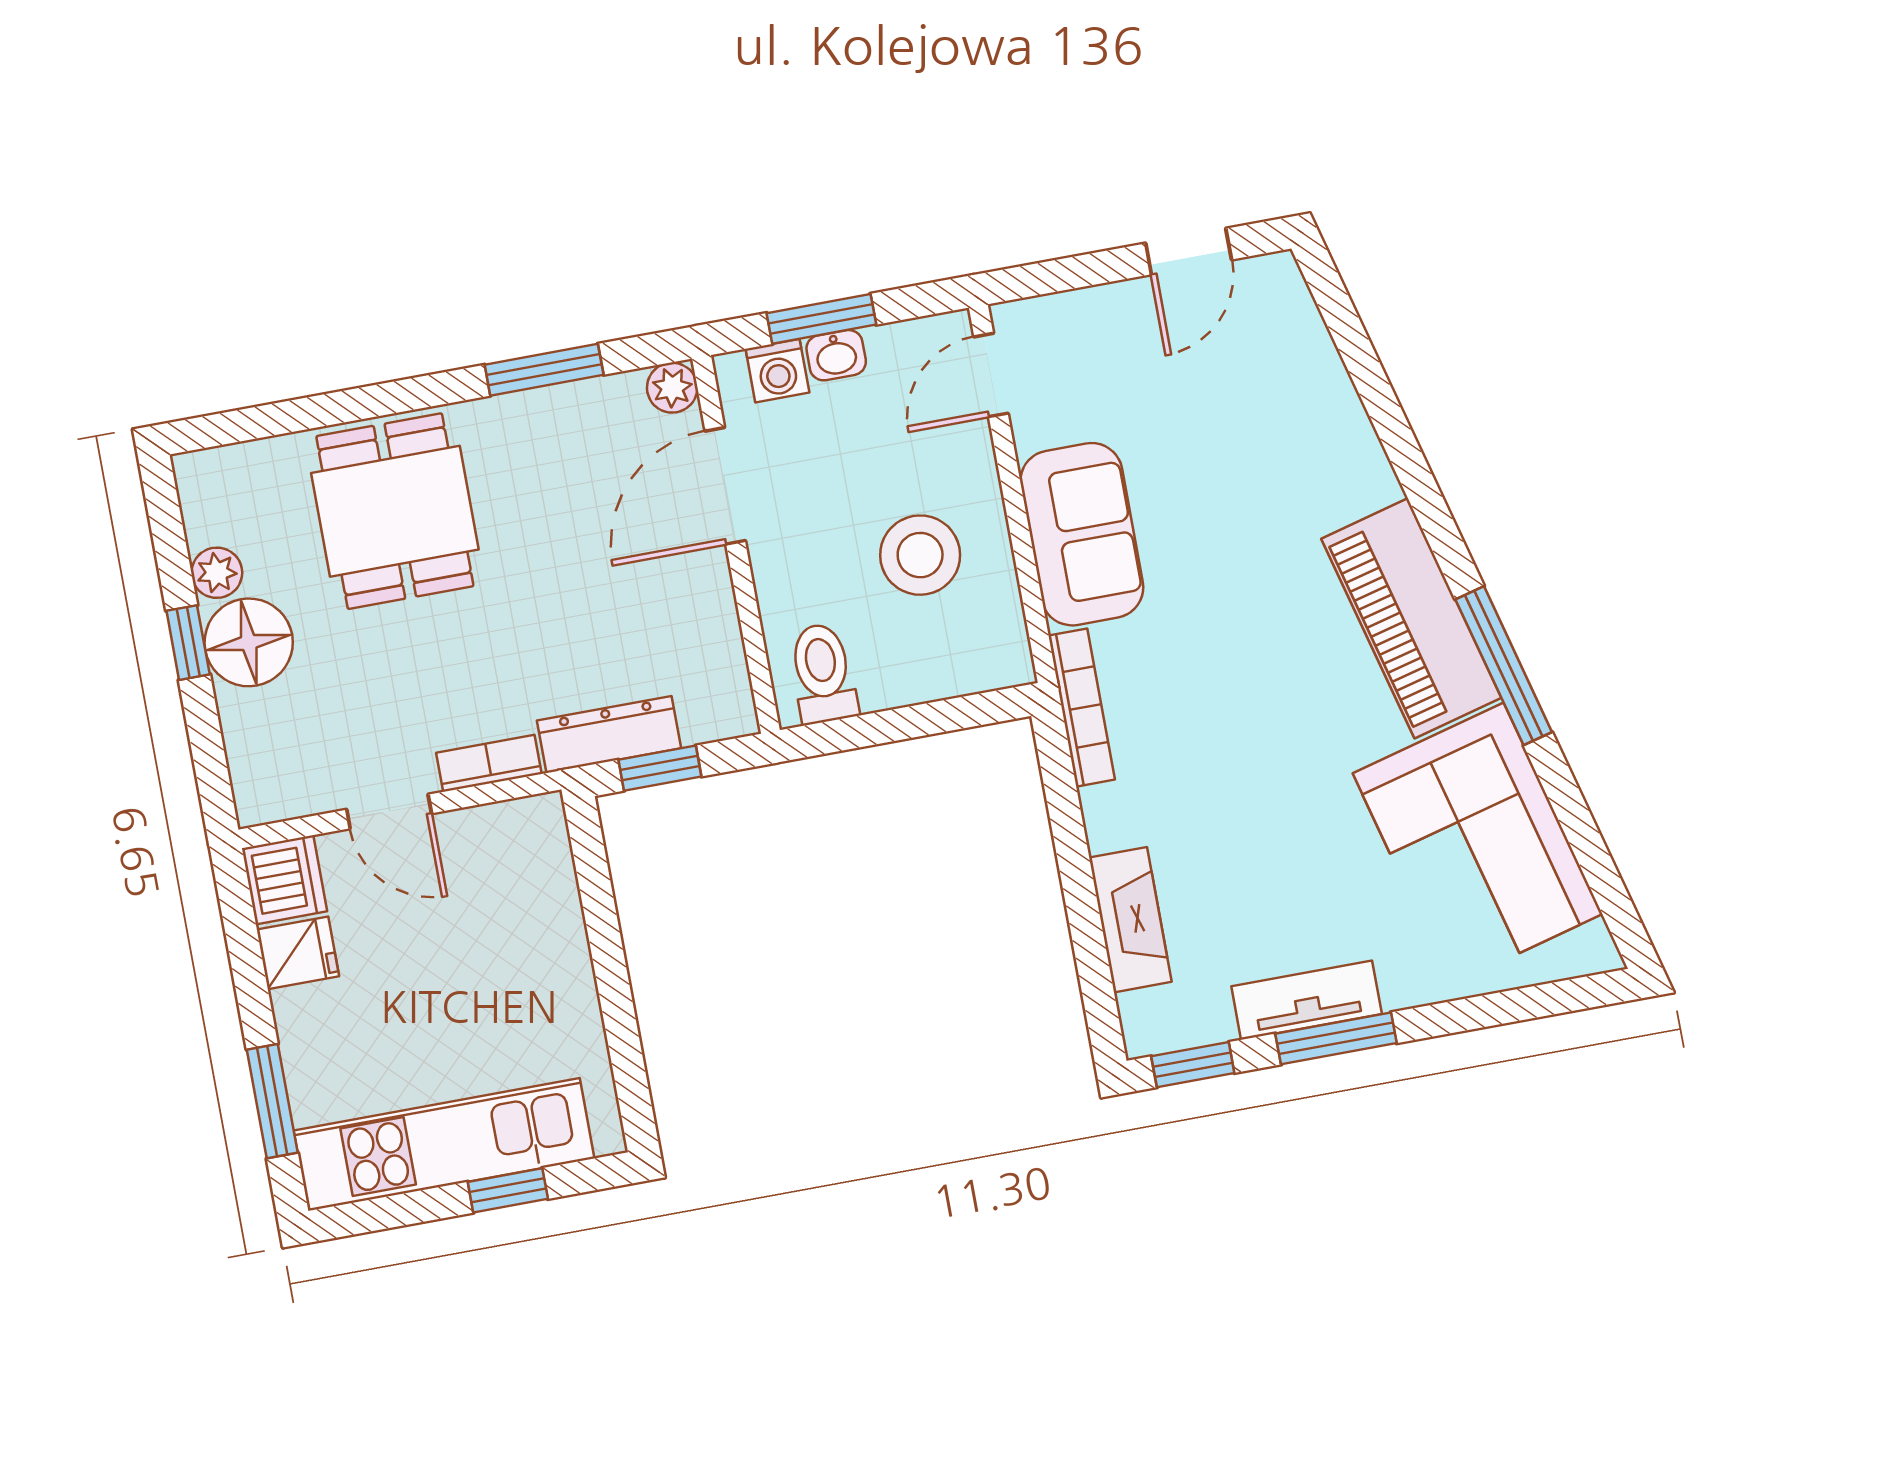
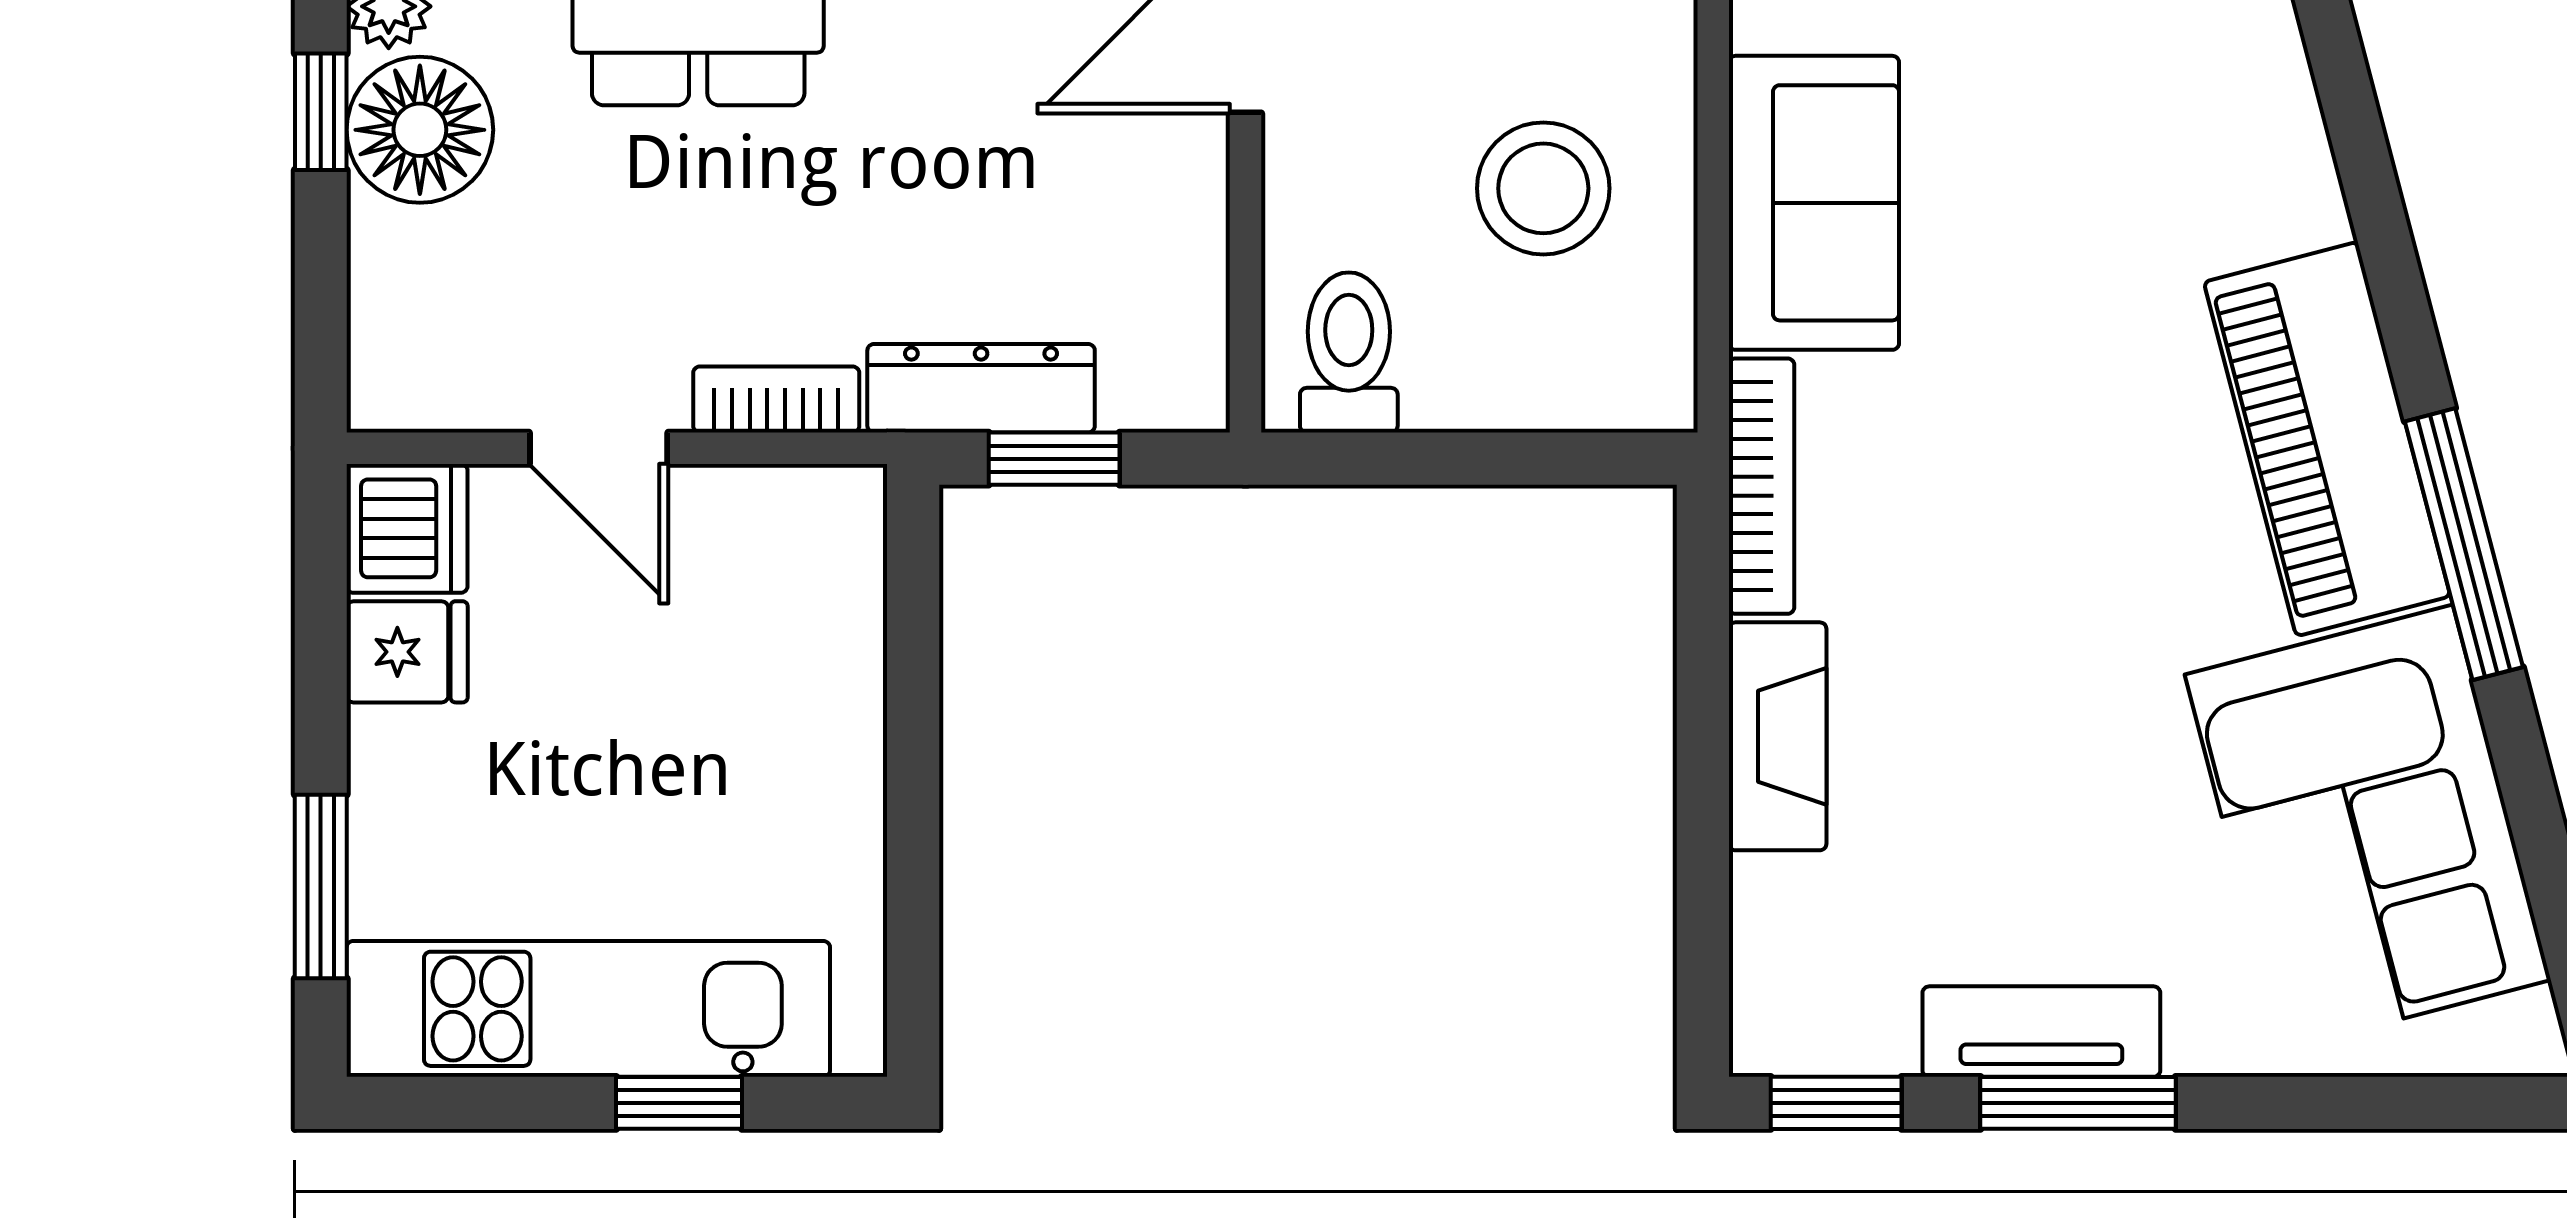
fireplace: (1130, 920) -> (1778, 736), moved

